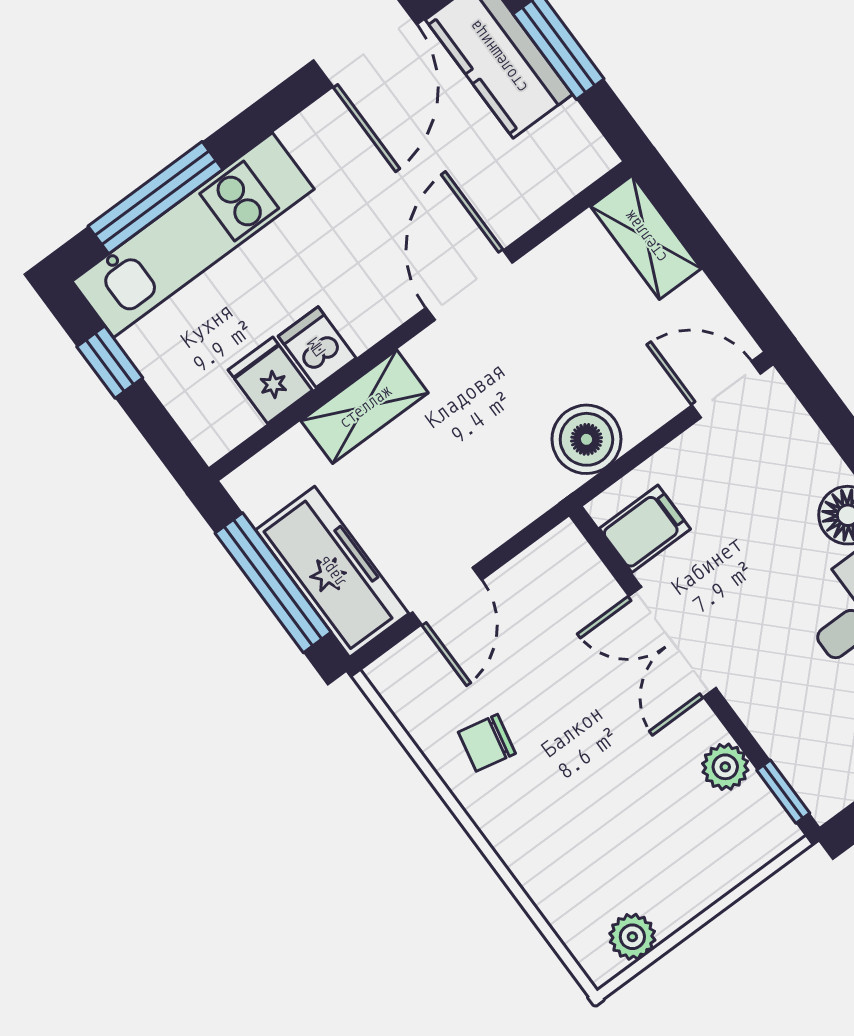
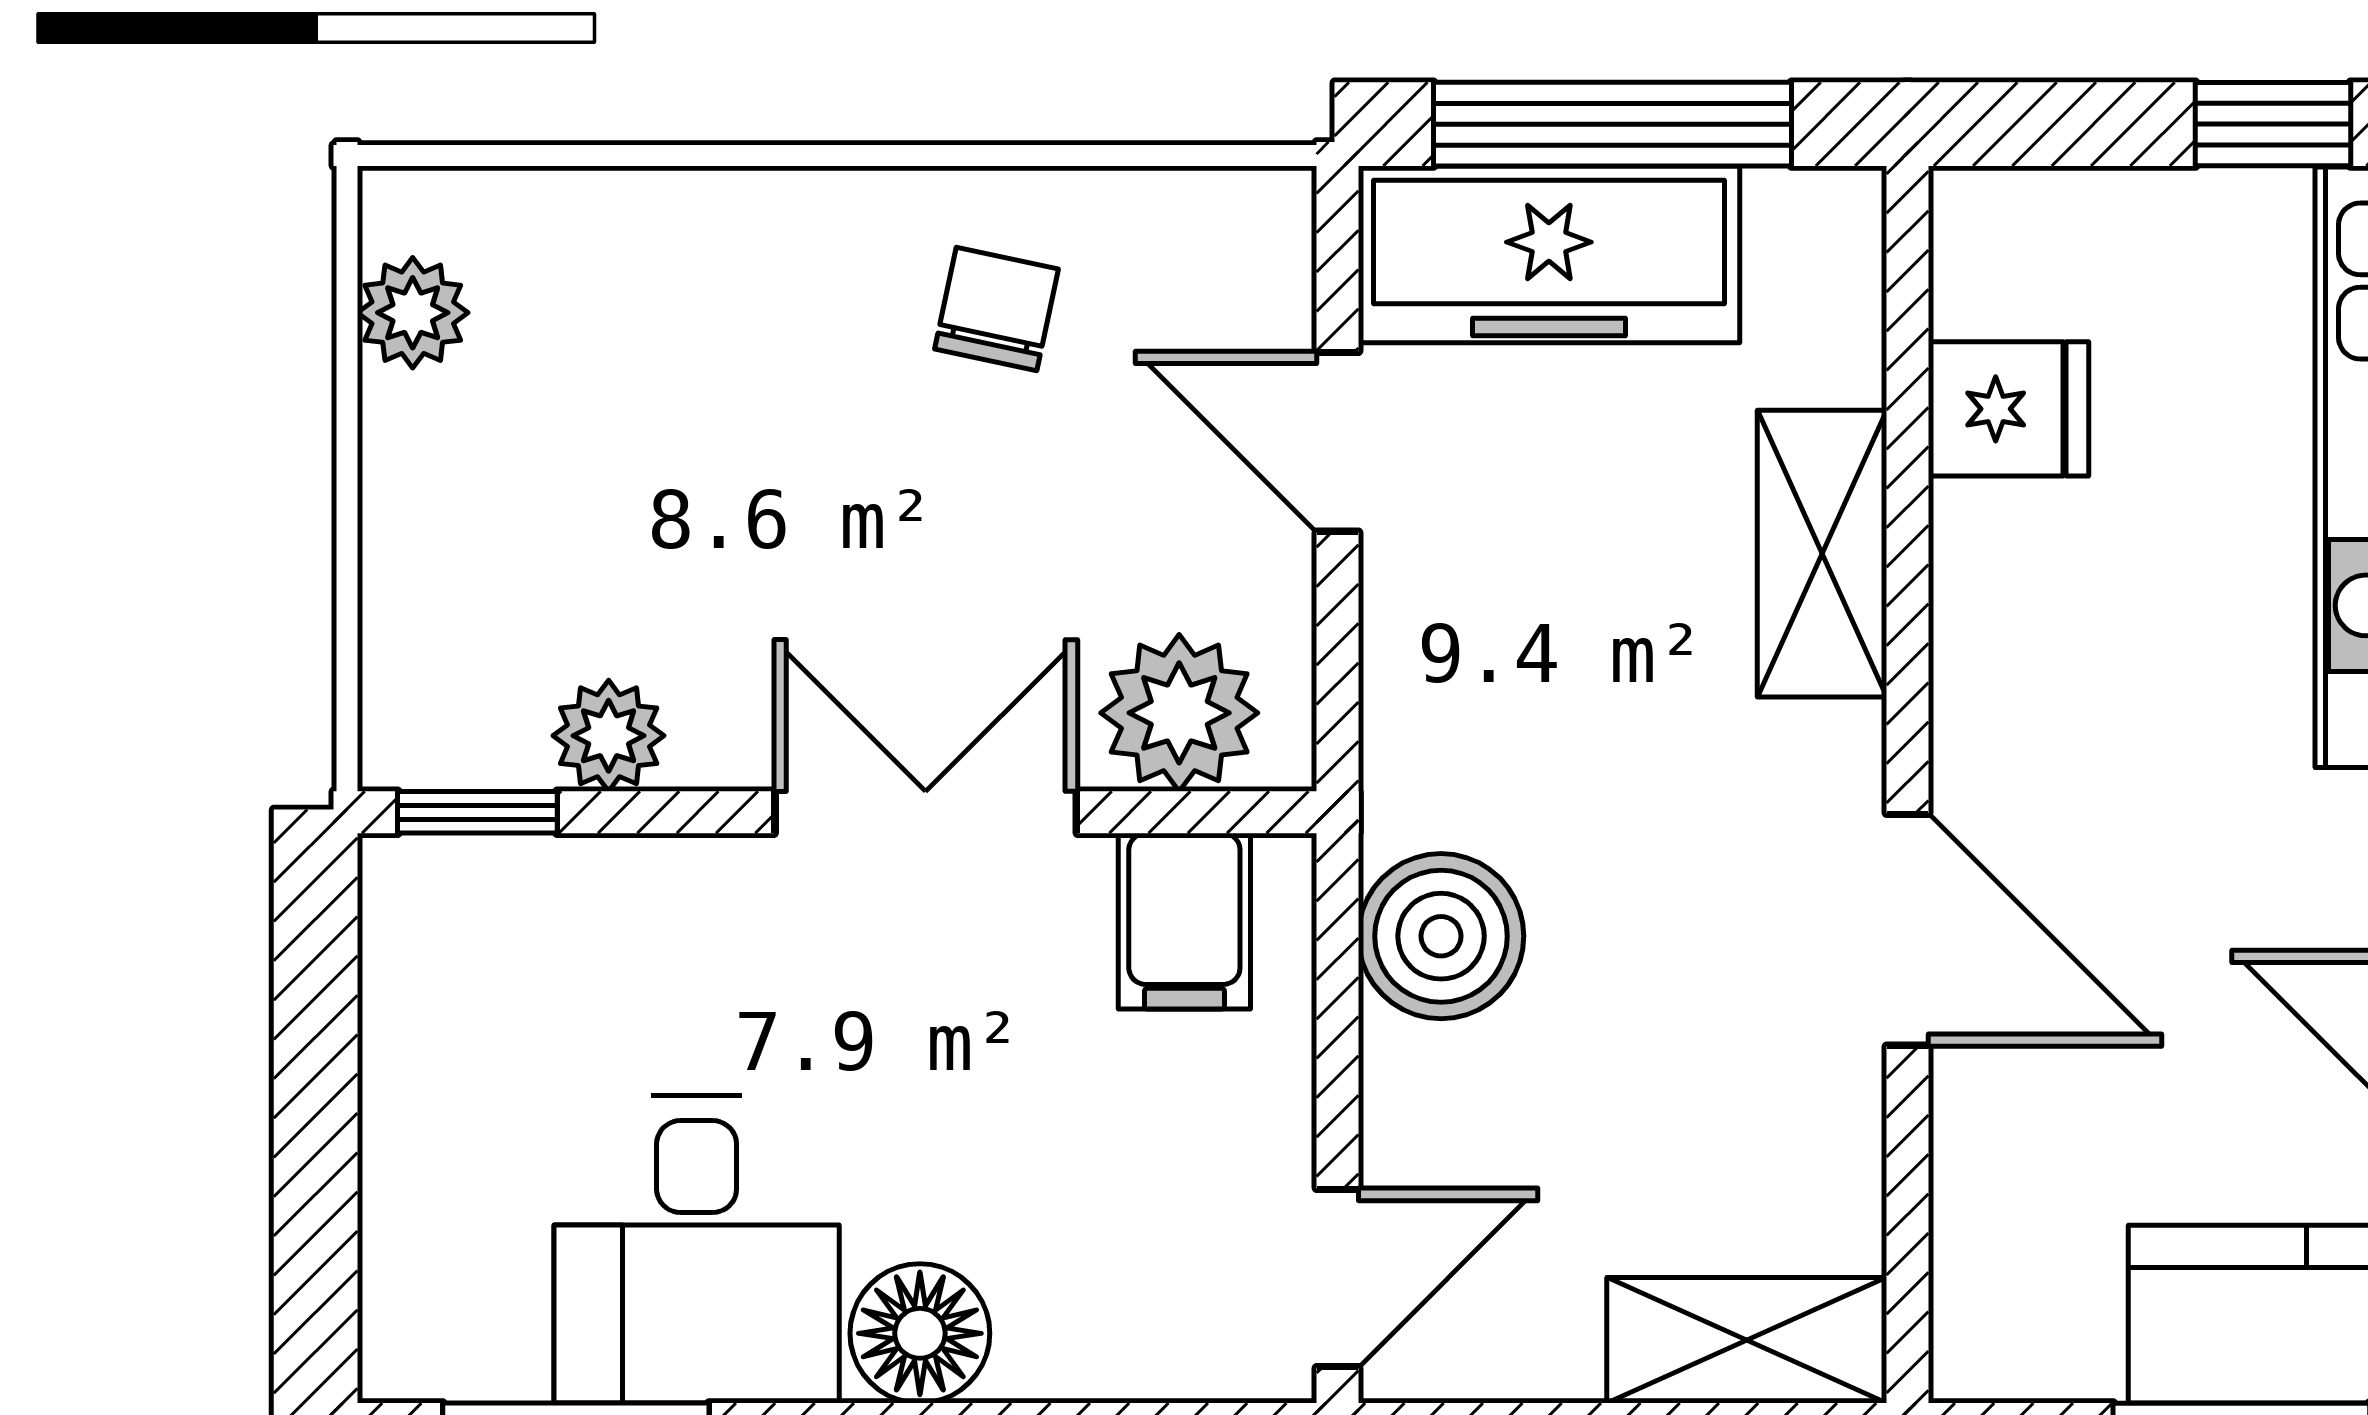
dishwasher: (317, 347) -> (2005, 547), removed
plant: (577, 582) -> (1179, 713), added

